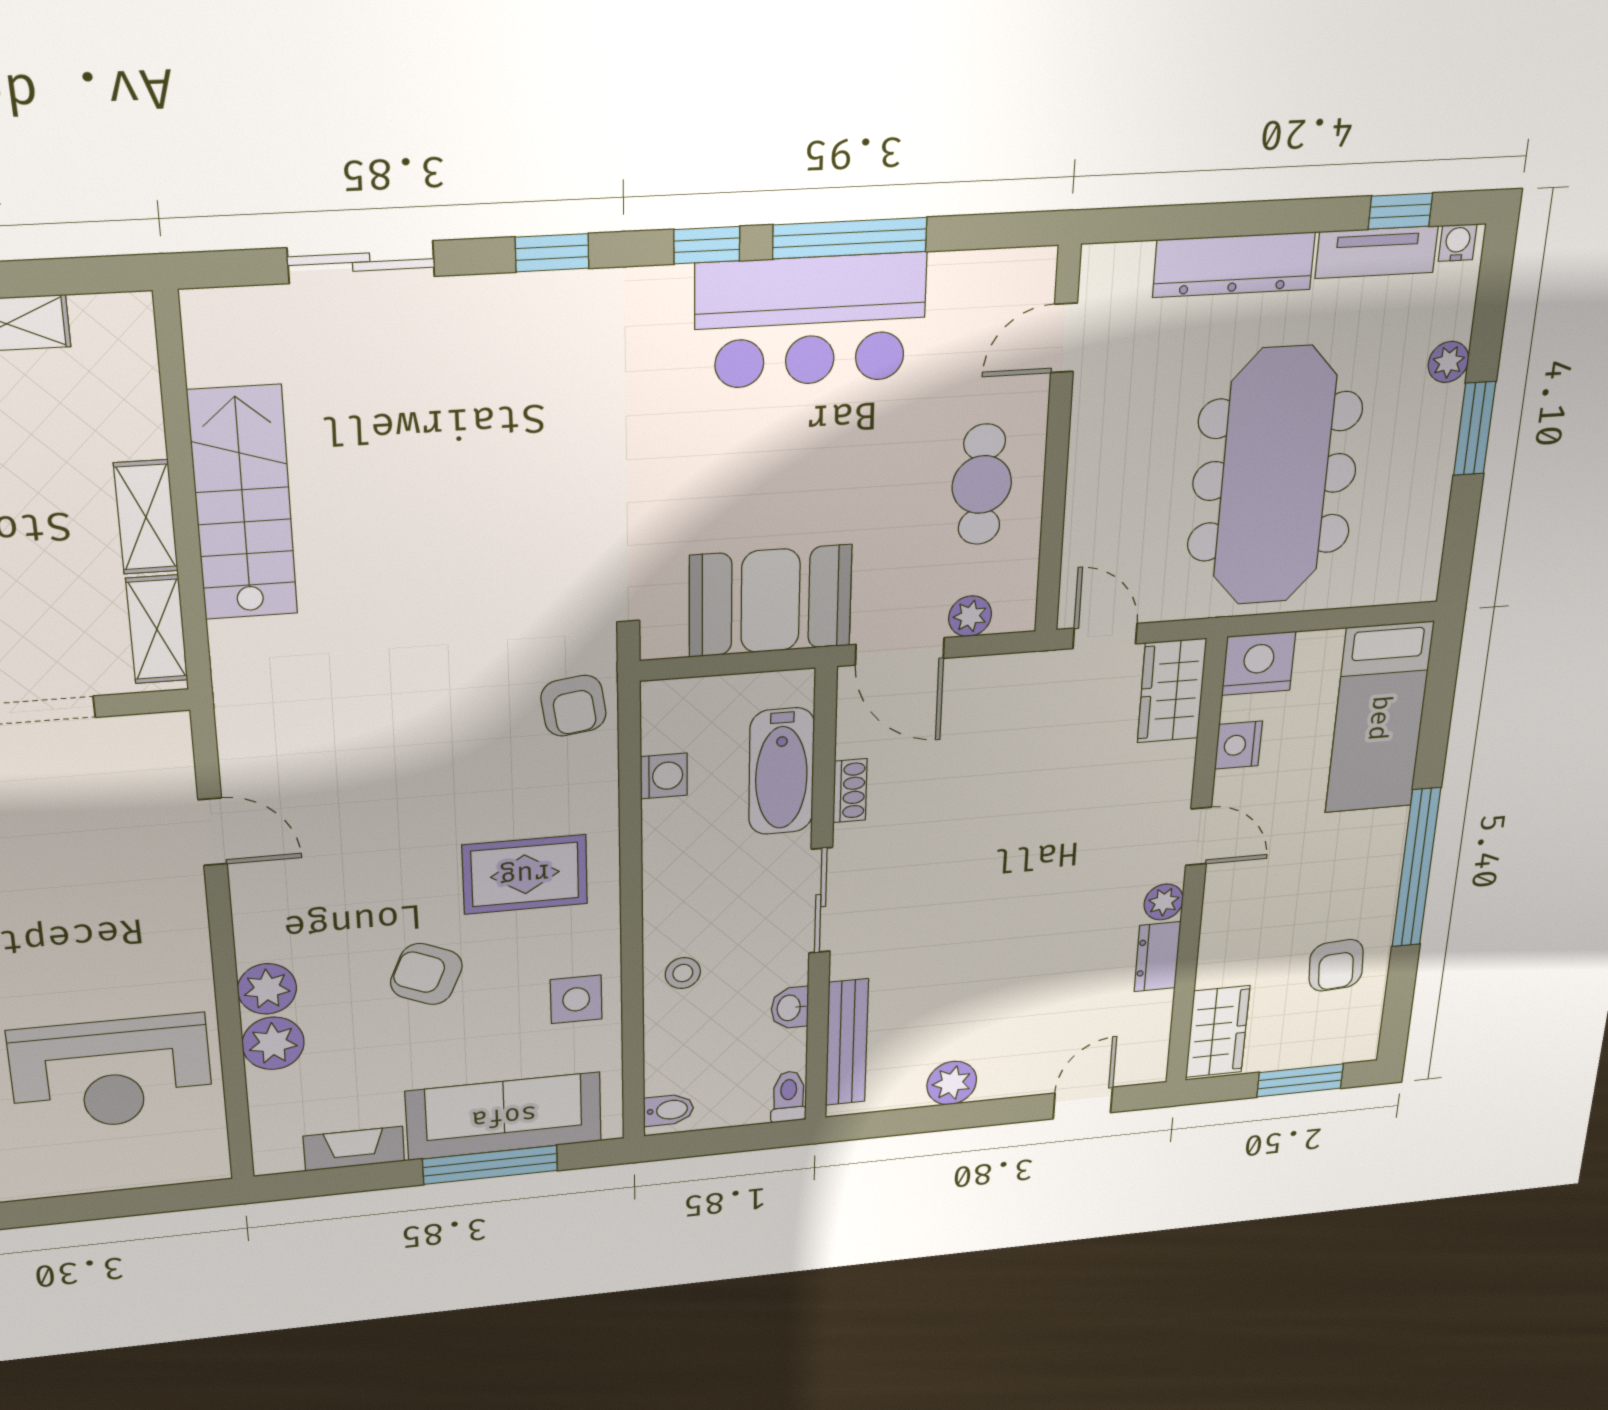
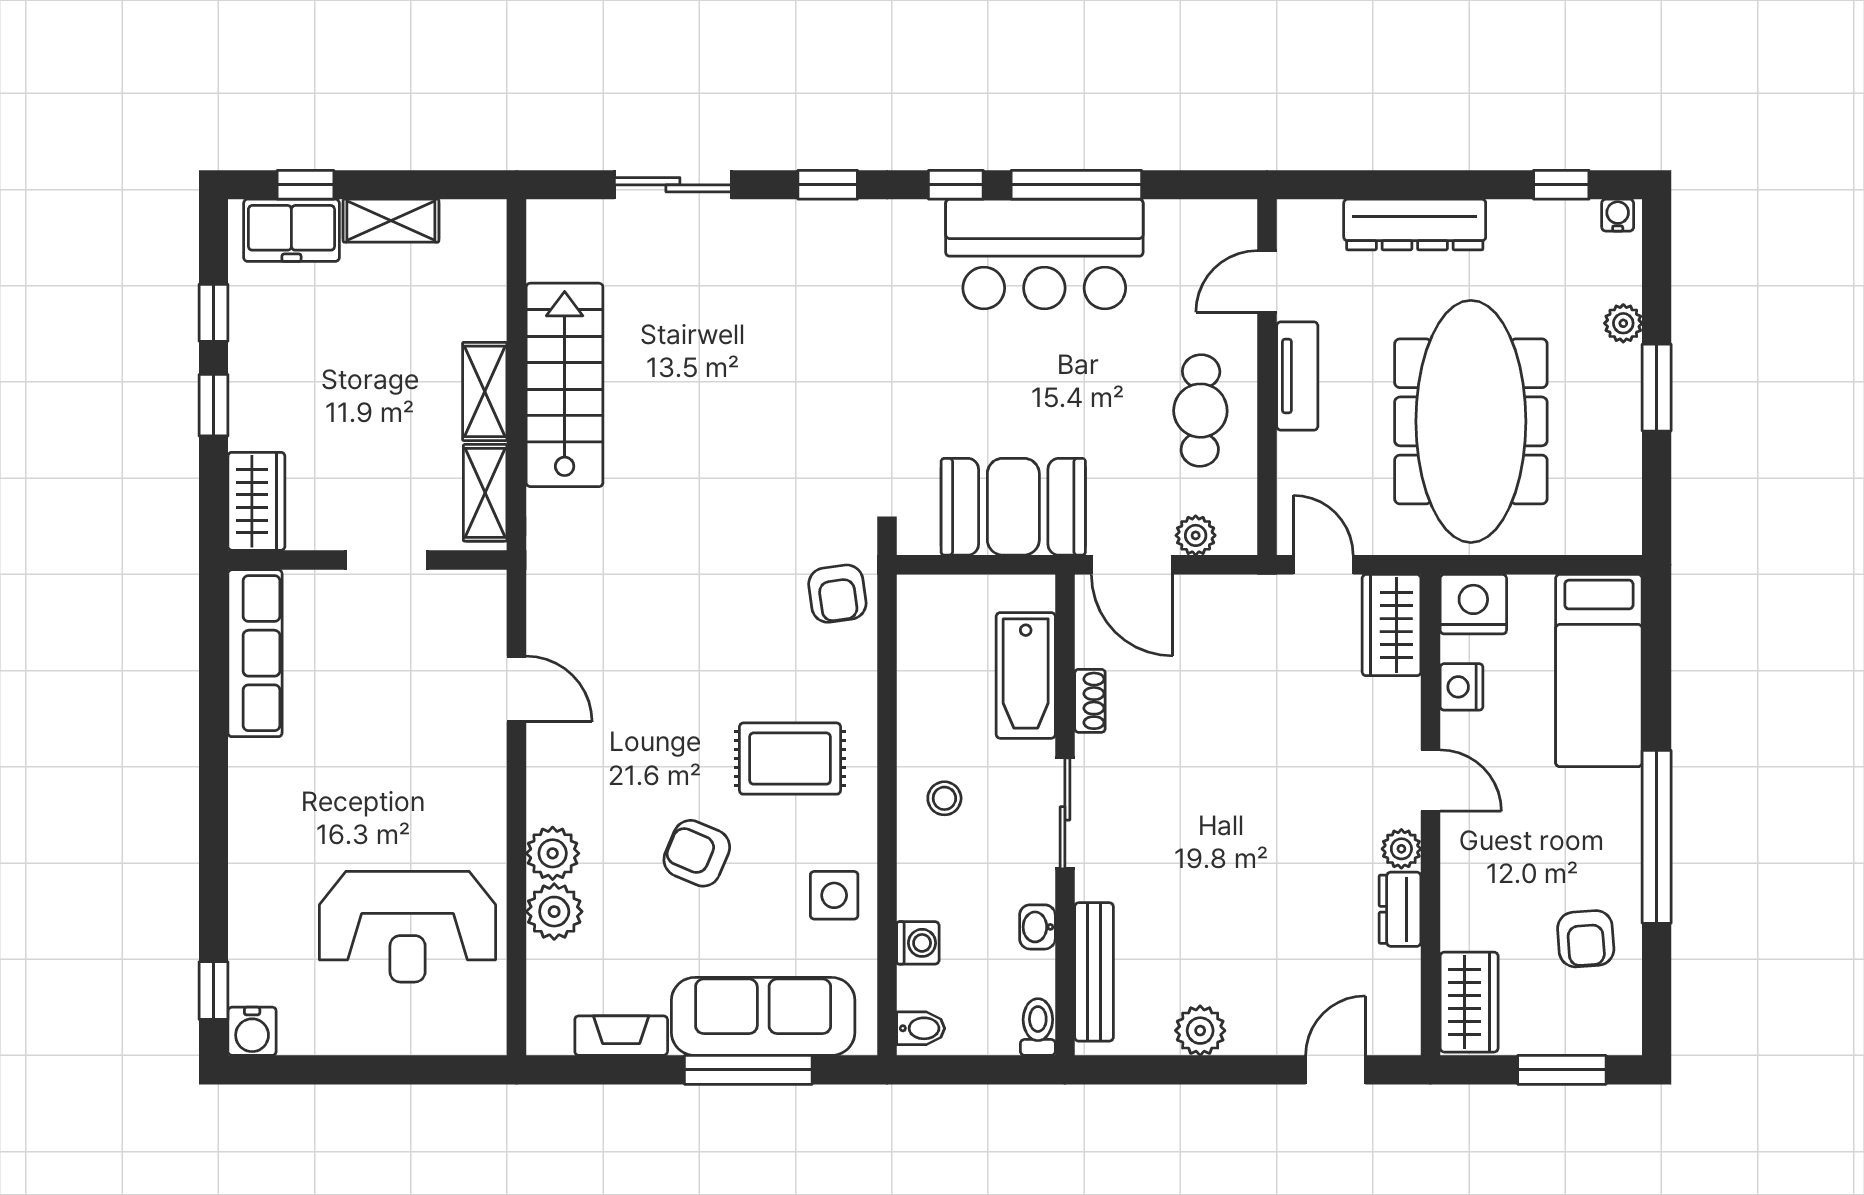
tv unit: (1377, 252) -> (1297, 376), moved, turned -90
washing machine: (664, 776) -> (918, 943), moved
stool: (683, 973) -> (944, 798), moved

